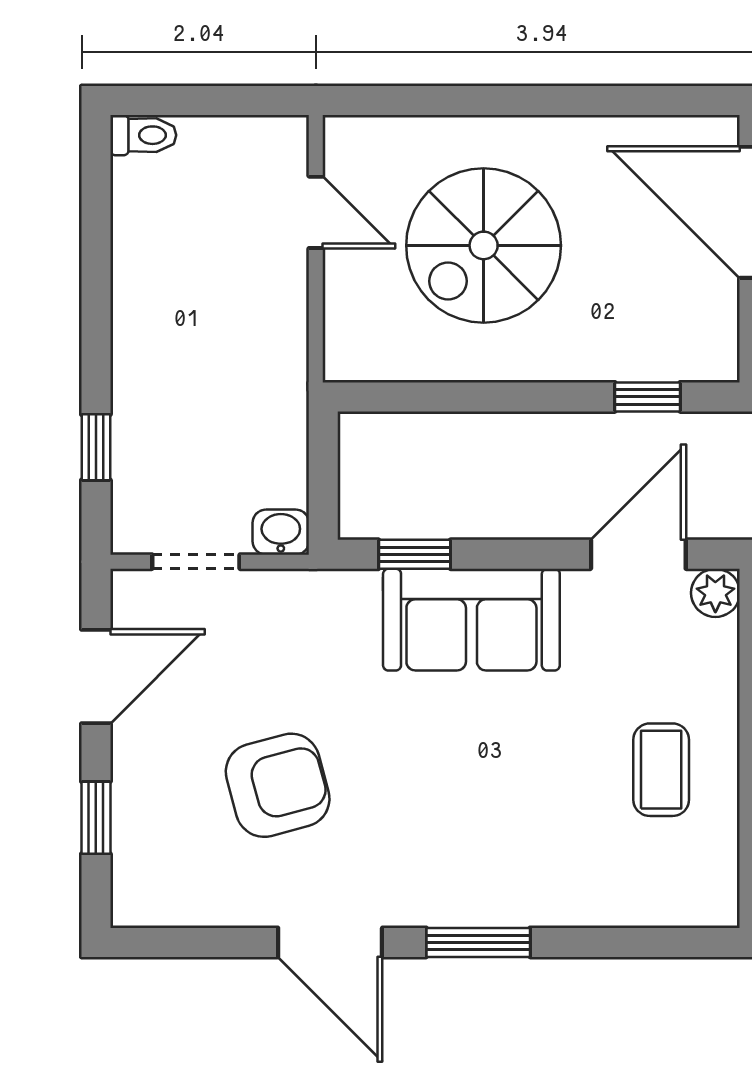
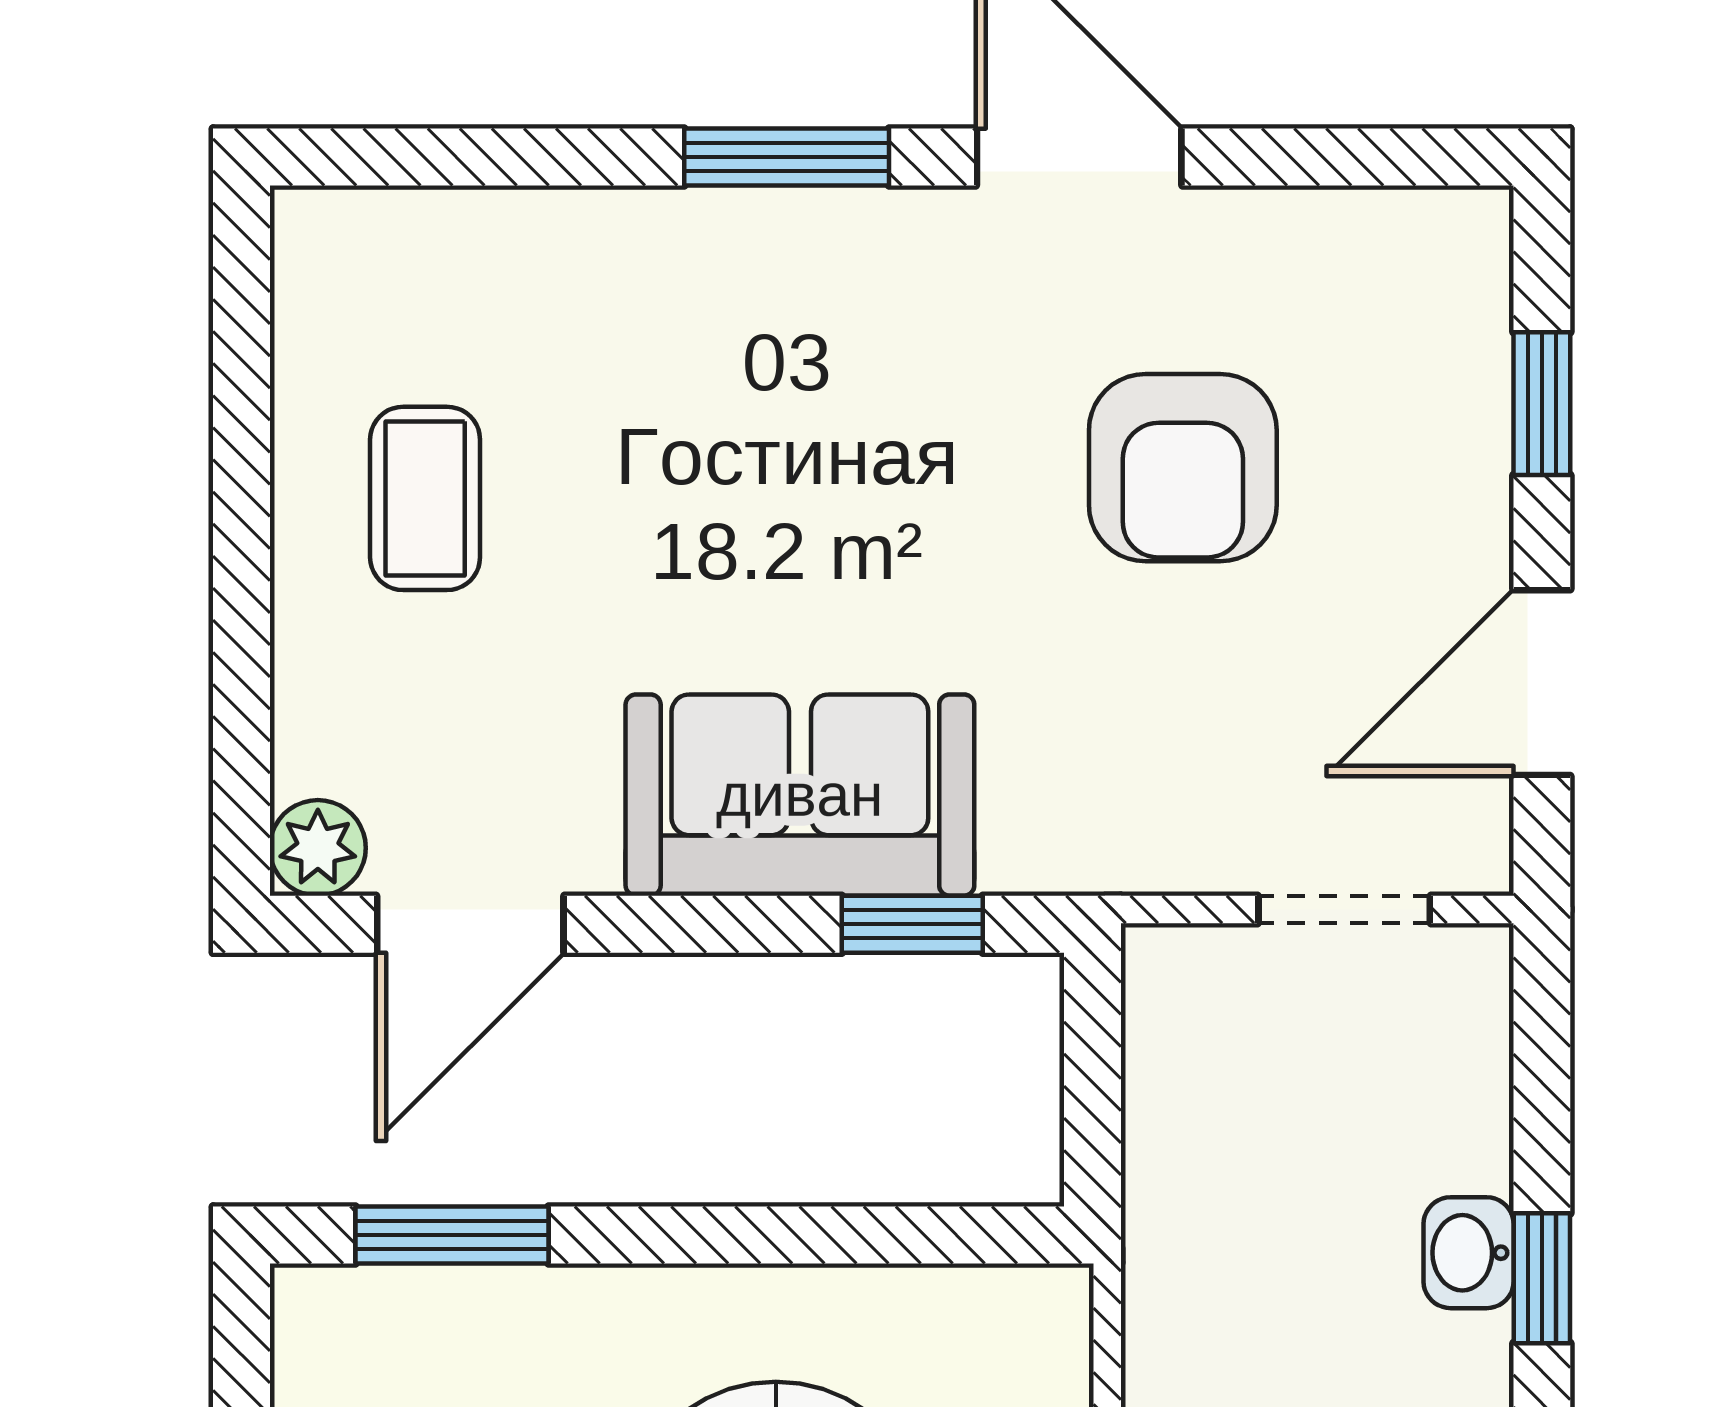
window: (647, 397) -> (452, 1235), width x1.50
window: (96, 447) -> (1542, 1278), moved
washbasin: (281, 532) -> (1469, 1253), moved, turned 90
armchair: (278, 785) -> (1183, 468), turned -75

